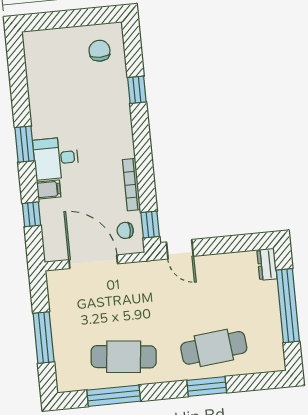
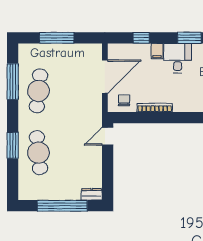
window: (150, 225) -> (126, 118), removed

